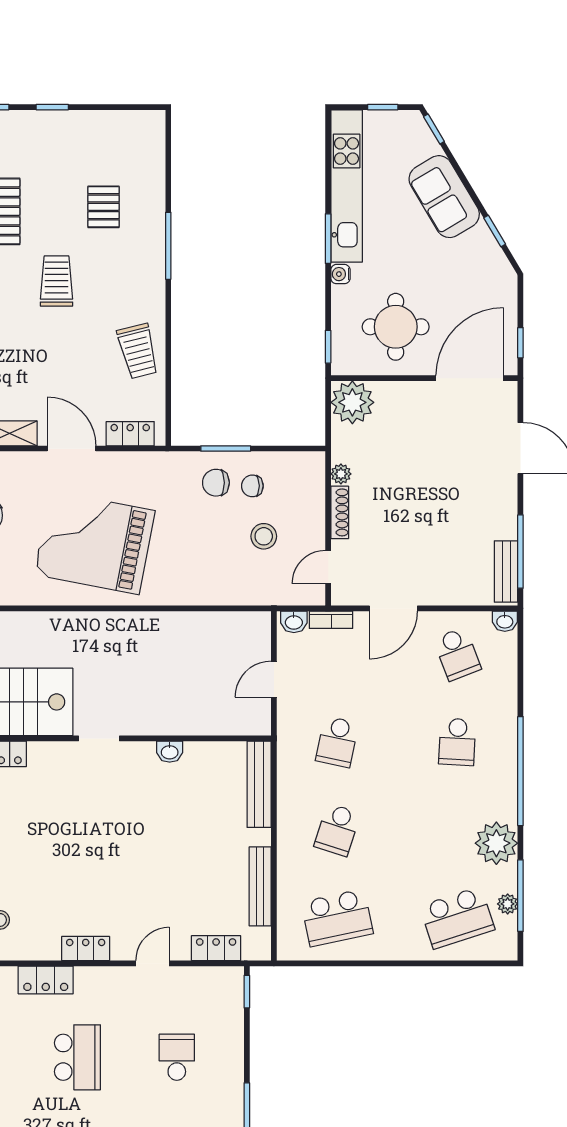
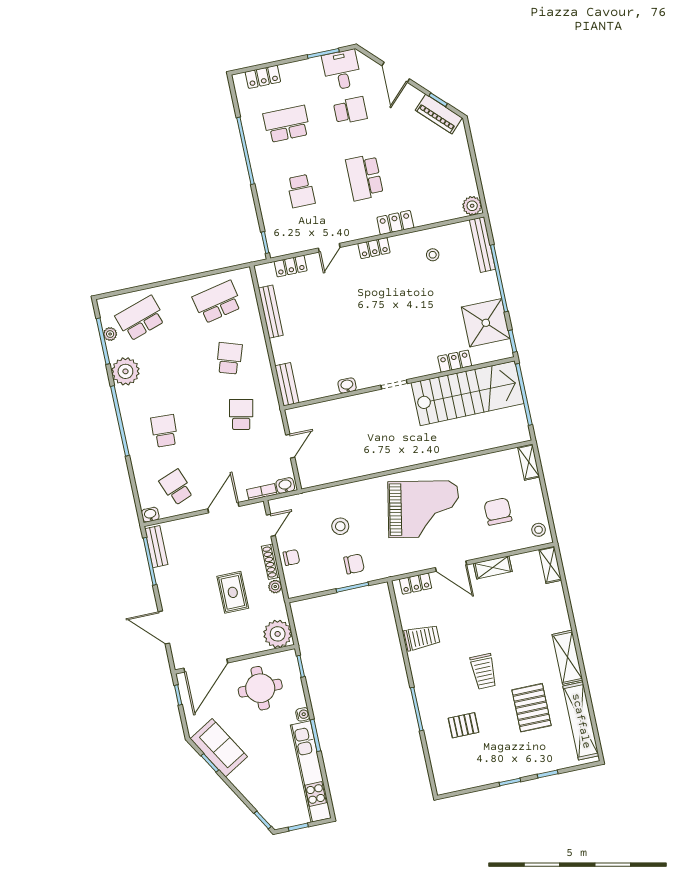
sofa: (444, 197) -> (219, 748), moved
pallet: (104, 207) -> (463, 725), turned 90
trolley: (138, 351) -> (422, 638), turned 104
rug: (406, 479) -> (233, 592), added
chair: (252, 486) -> (291, 557), moved
stool: (264, 536) -> (340, 526), moved
bench: (259, 784) -> (287, 384), width x0.73

